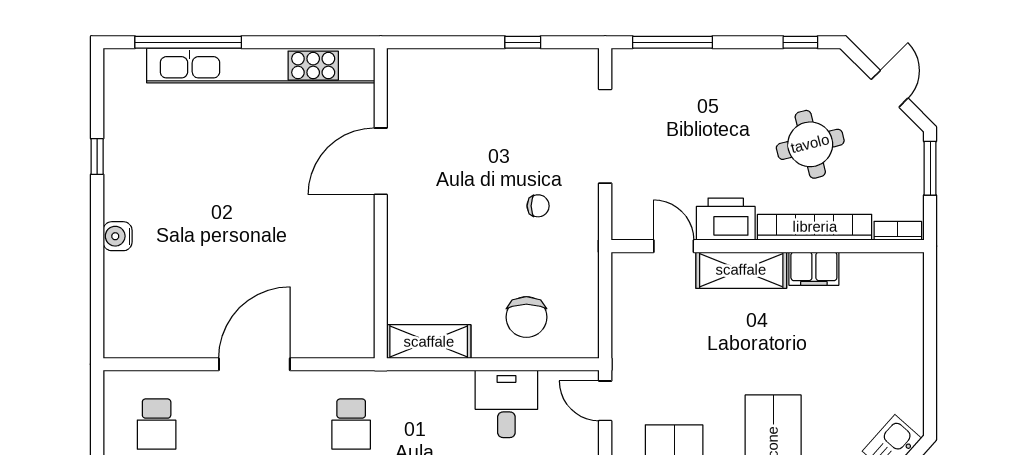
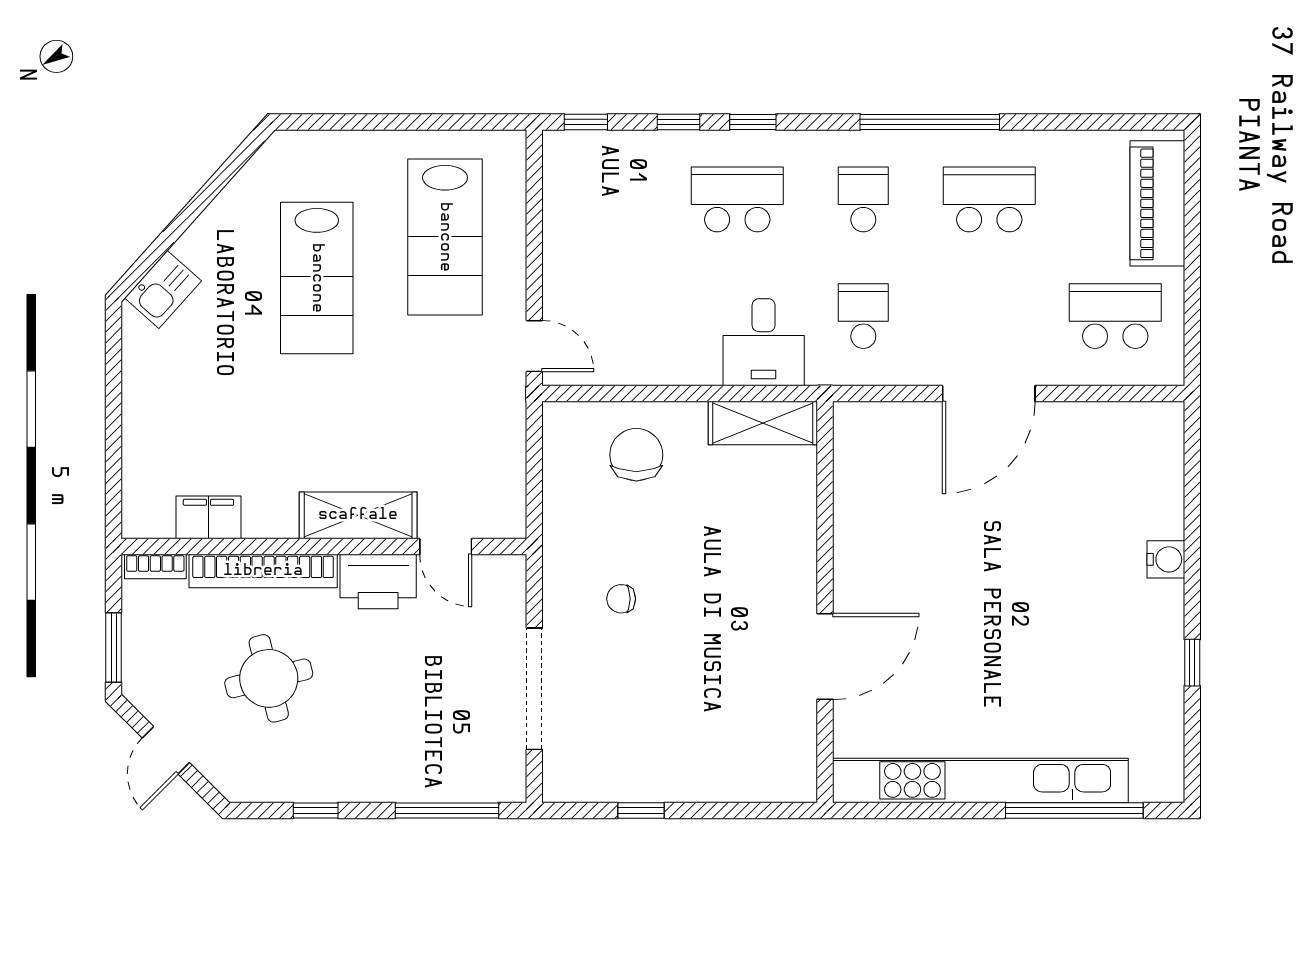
window: (800, 42) -> (316, 810), moved
filing cabinet: (814, 269) -> (208, 517), moved
desk: (506, 404) -> (764, 342), moved
school desk: (157, 424) -> (1115, 316), width x1.85

